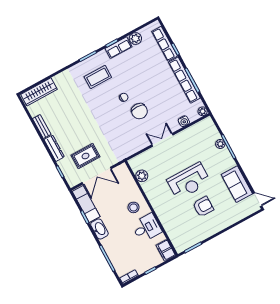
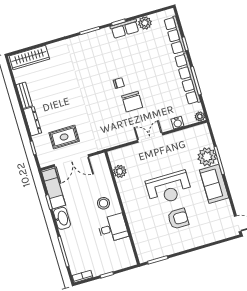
coffee table: (98, 77) -> (96, 55), removed
plant: (220, 144) -> (207, 157), width x1.87, depth x1.87
sofa: (237, 184) -> (214, 184), moved
filing cabinet: (166, 250) -> (128, 257), removed

